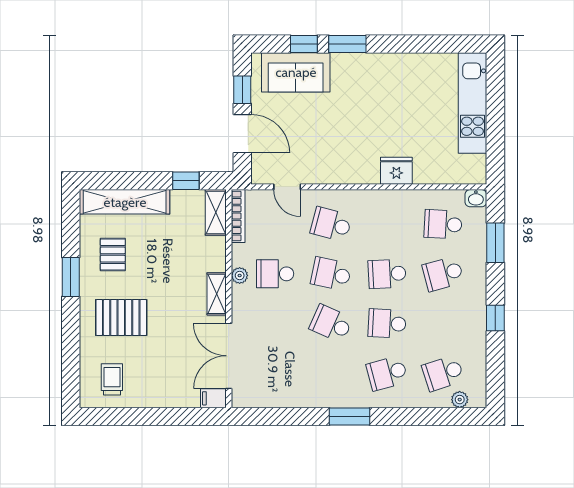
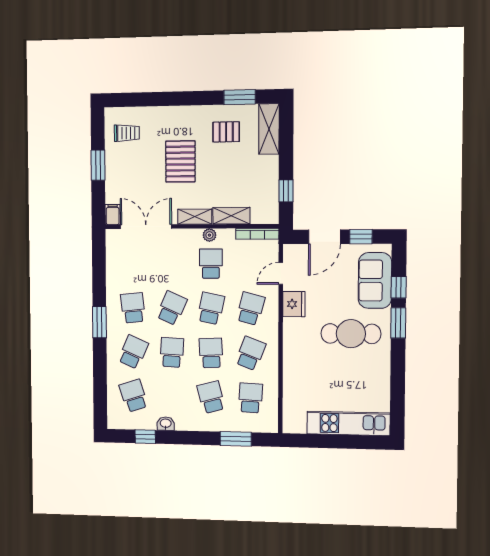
cafe table: (361, 101) -> (351, 334), added
fridge: (396, 171) -> (294, 304), moved
washbasin: (476, 198) -> (166, 424), moved, turned 90
shelving: (125, 202) -> (269, 129), width x0.68
shelving: (216, 212) -> (231, 216), moved
school desk: (387, 224) -> (251, 353), added
window: (71, 277) -> (240, 97), moved
pallet: (121, 317) -> (180, 162), moved
window: (495, 318) -> (145, 437), moved
school desk: (331, 373) -> (133, 308), added
school desk: (387, 373) -> (133, 352), turned 39
plant: (460, 400) -> (113, 408), removed
window: (151, 417) -> (98, 165), added

